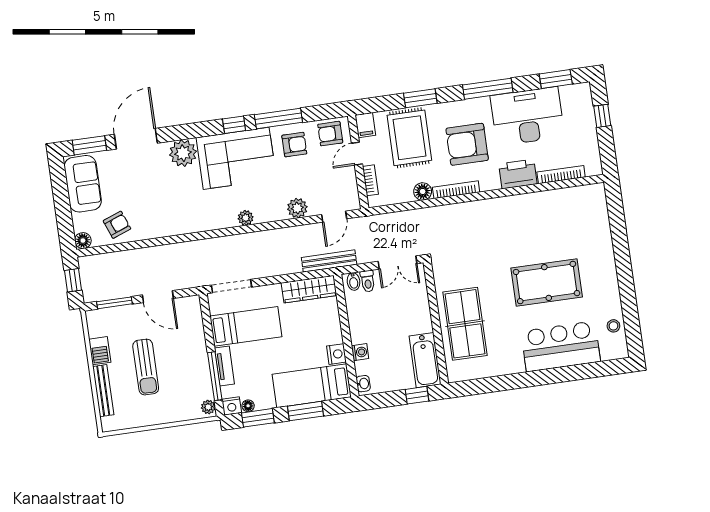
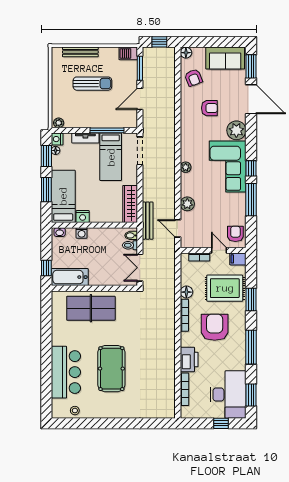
desk: (527, 116) -> (228, 395), moved
armchair: (294, 145) -> (209, 108), moved, turned -90
barbecue: (100, 351) -> (128, 53), moved
sun lounger: (146, 367) -> (92, 84), turned 180
window: (215, 376) -> (107, 130), moved

